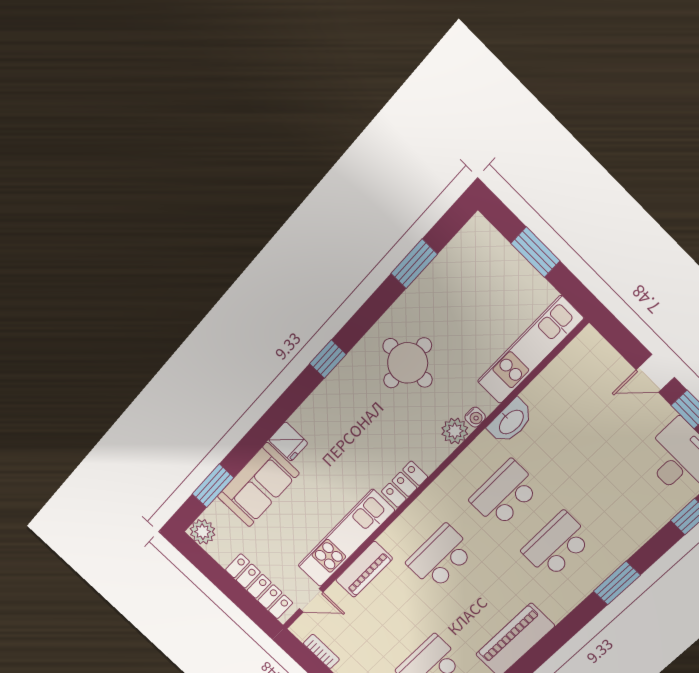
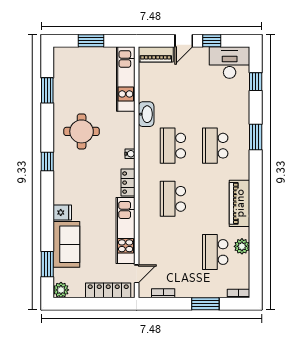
water cooler: (475, 417) -> (130, 154), moved
plant: (455, 431) -> (127, 140), removed
piano: (364, 569) -> (156, 54), moved, turned 90

